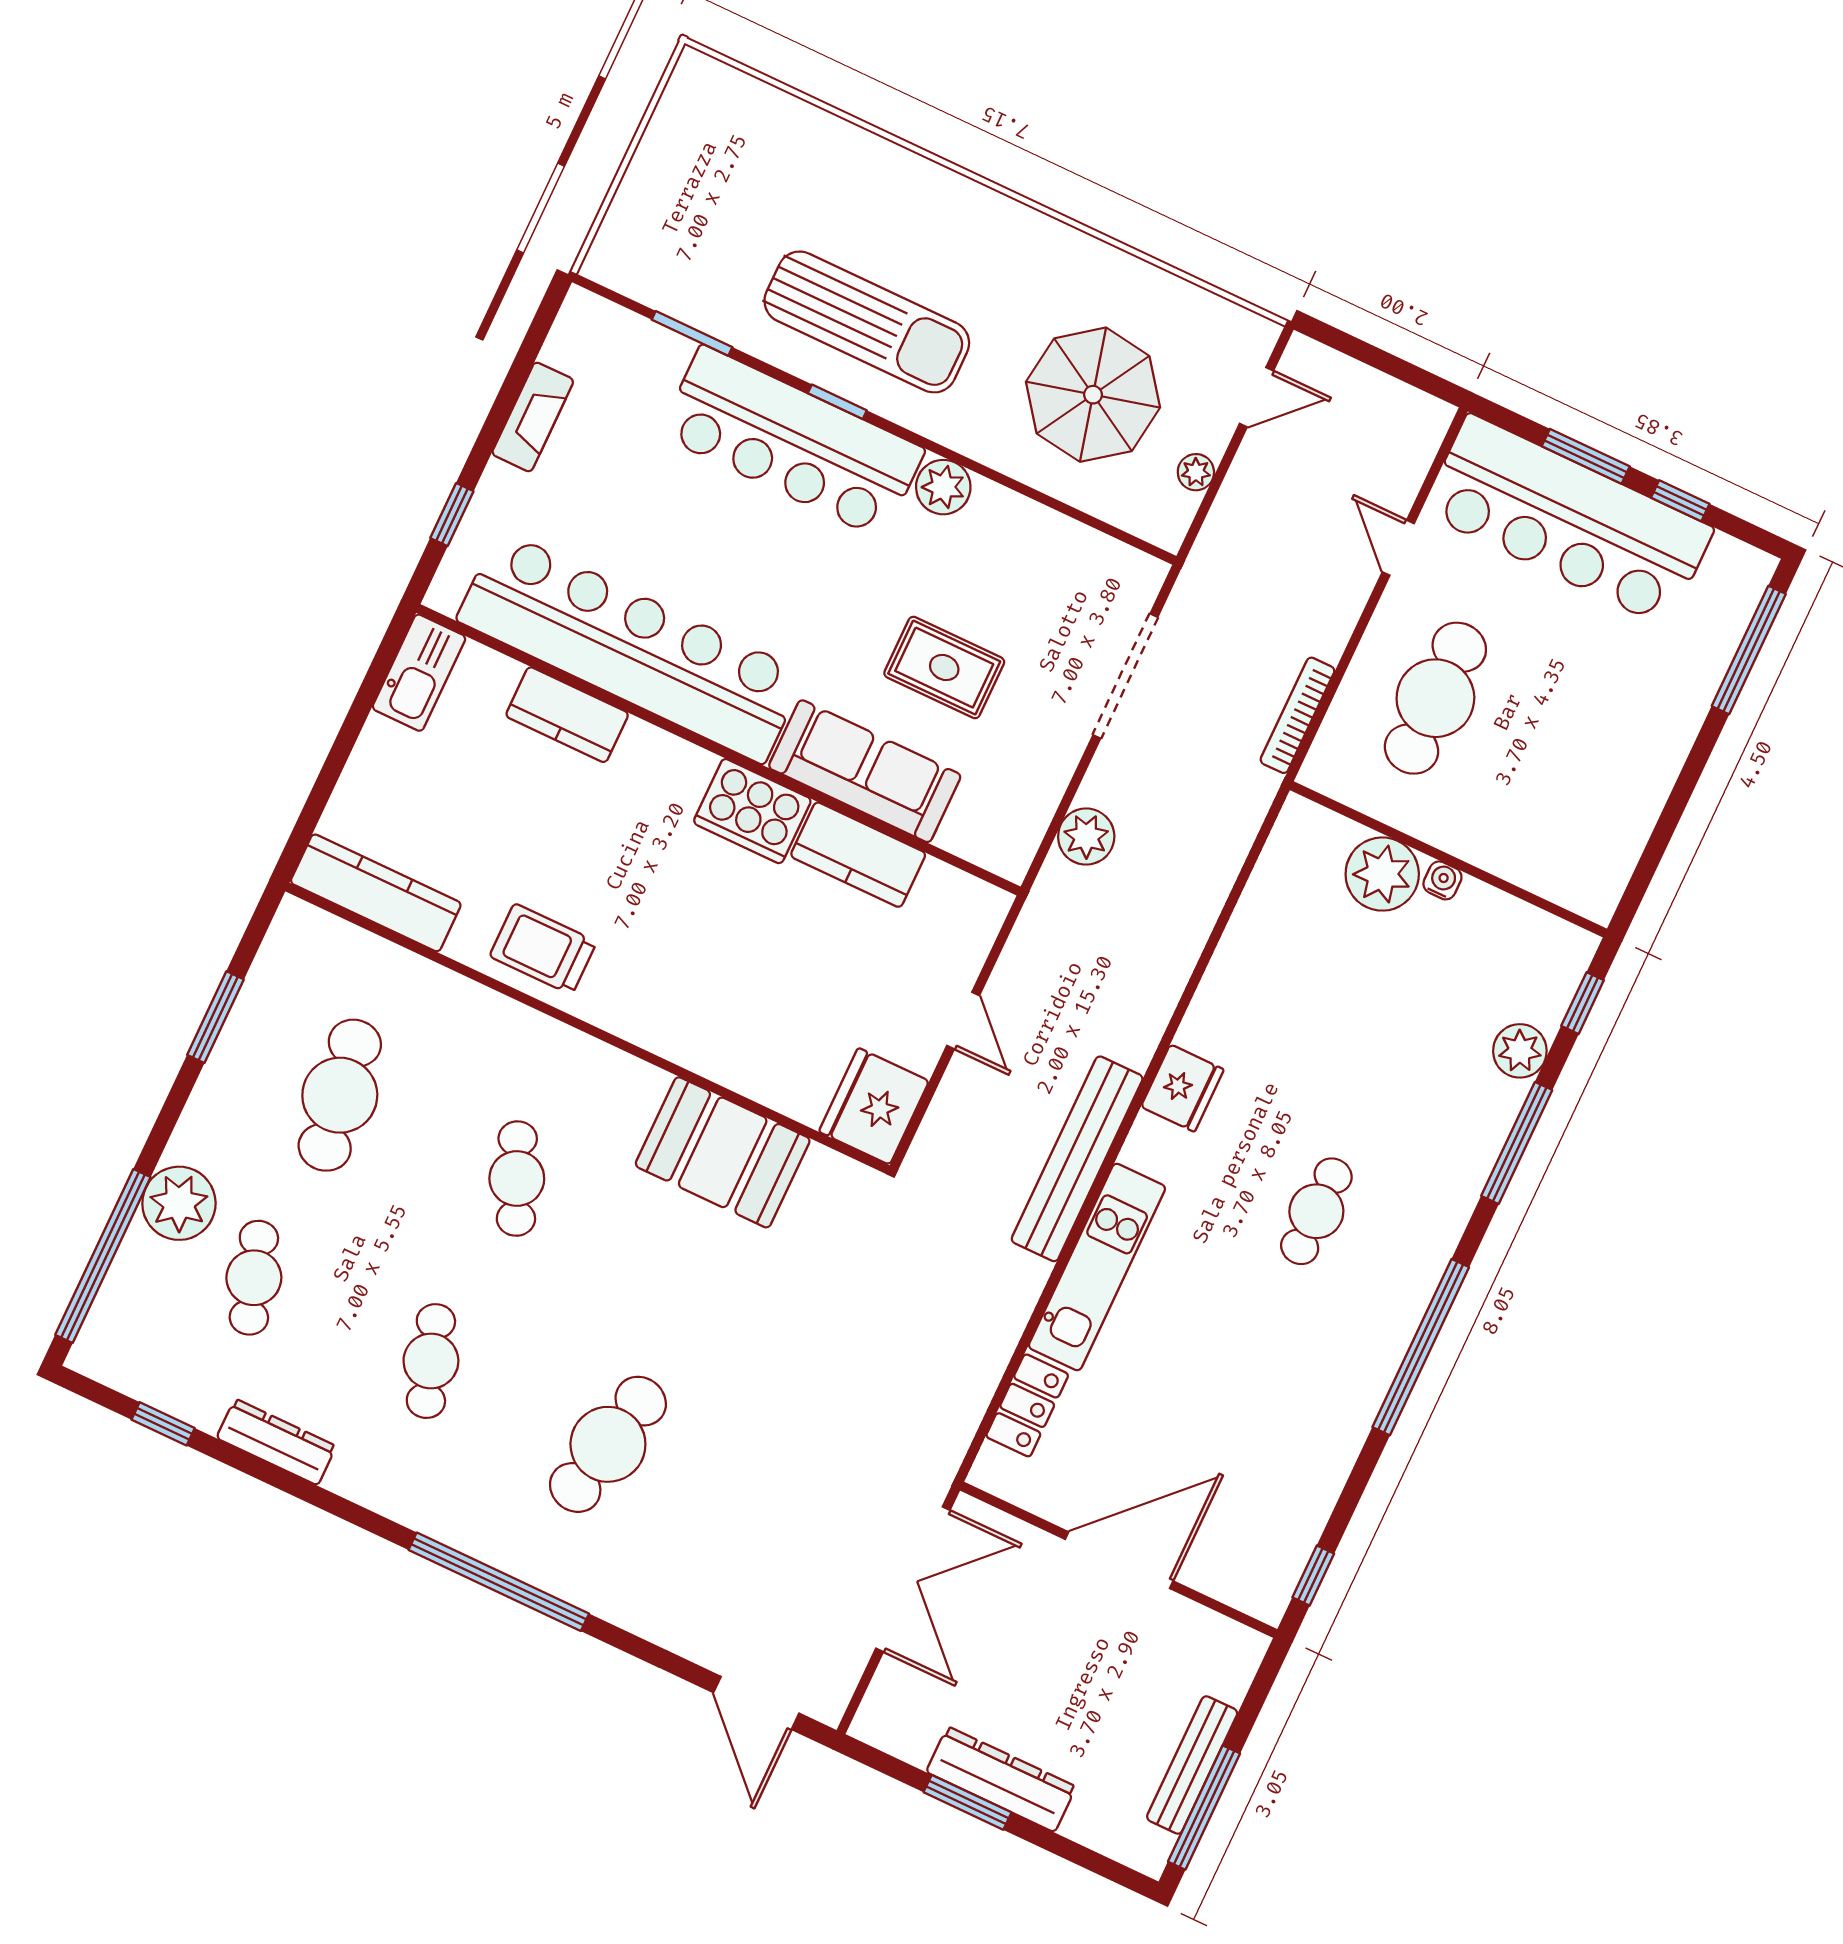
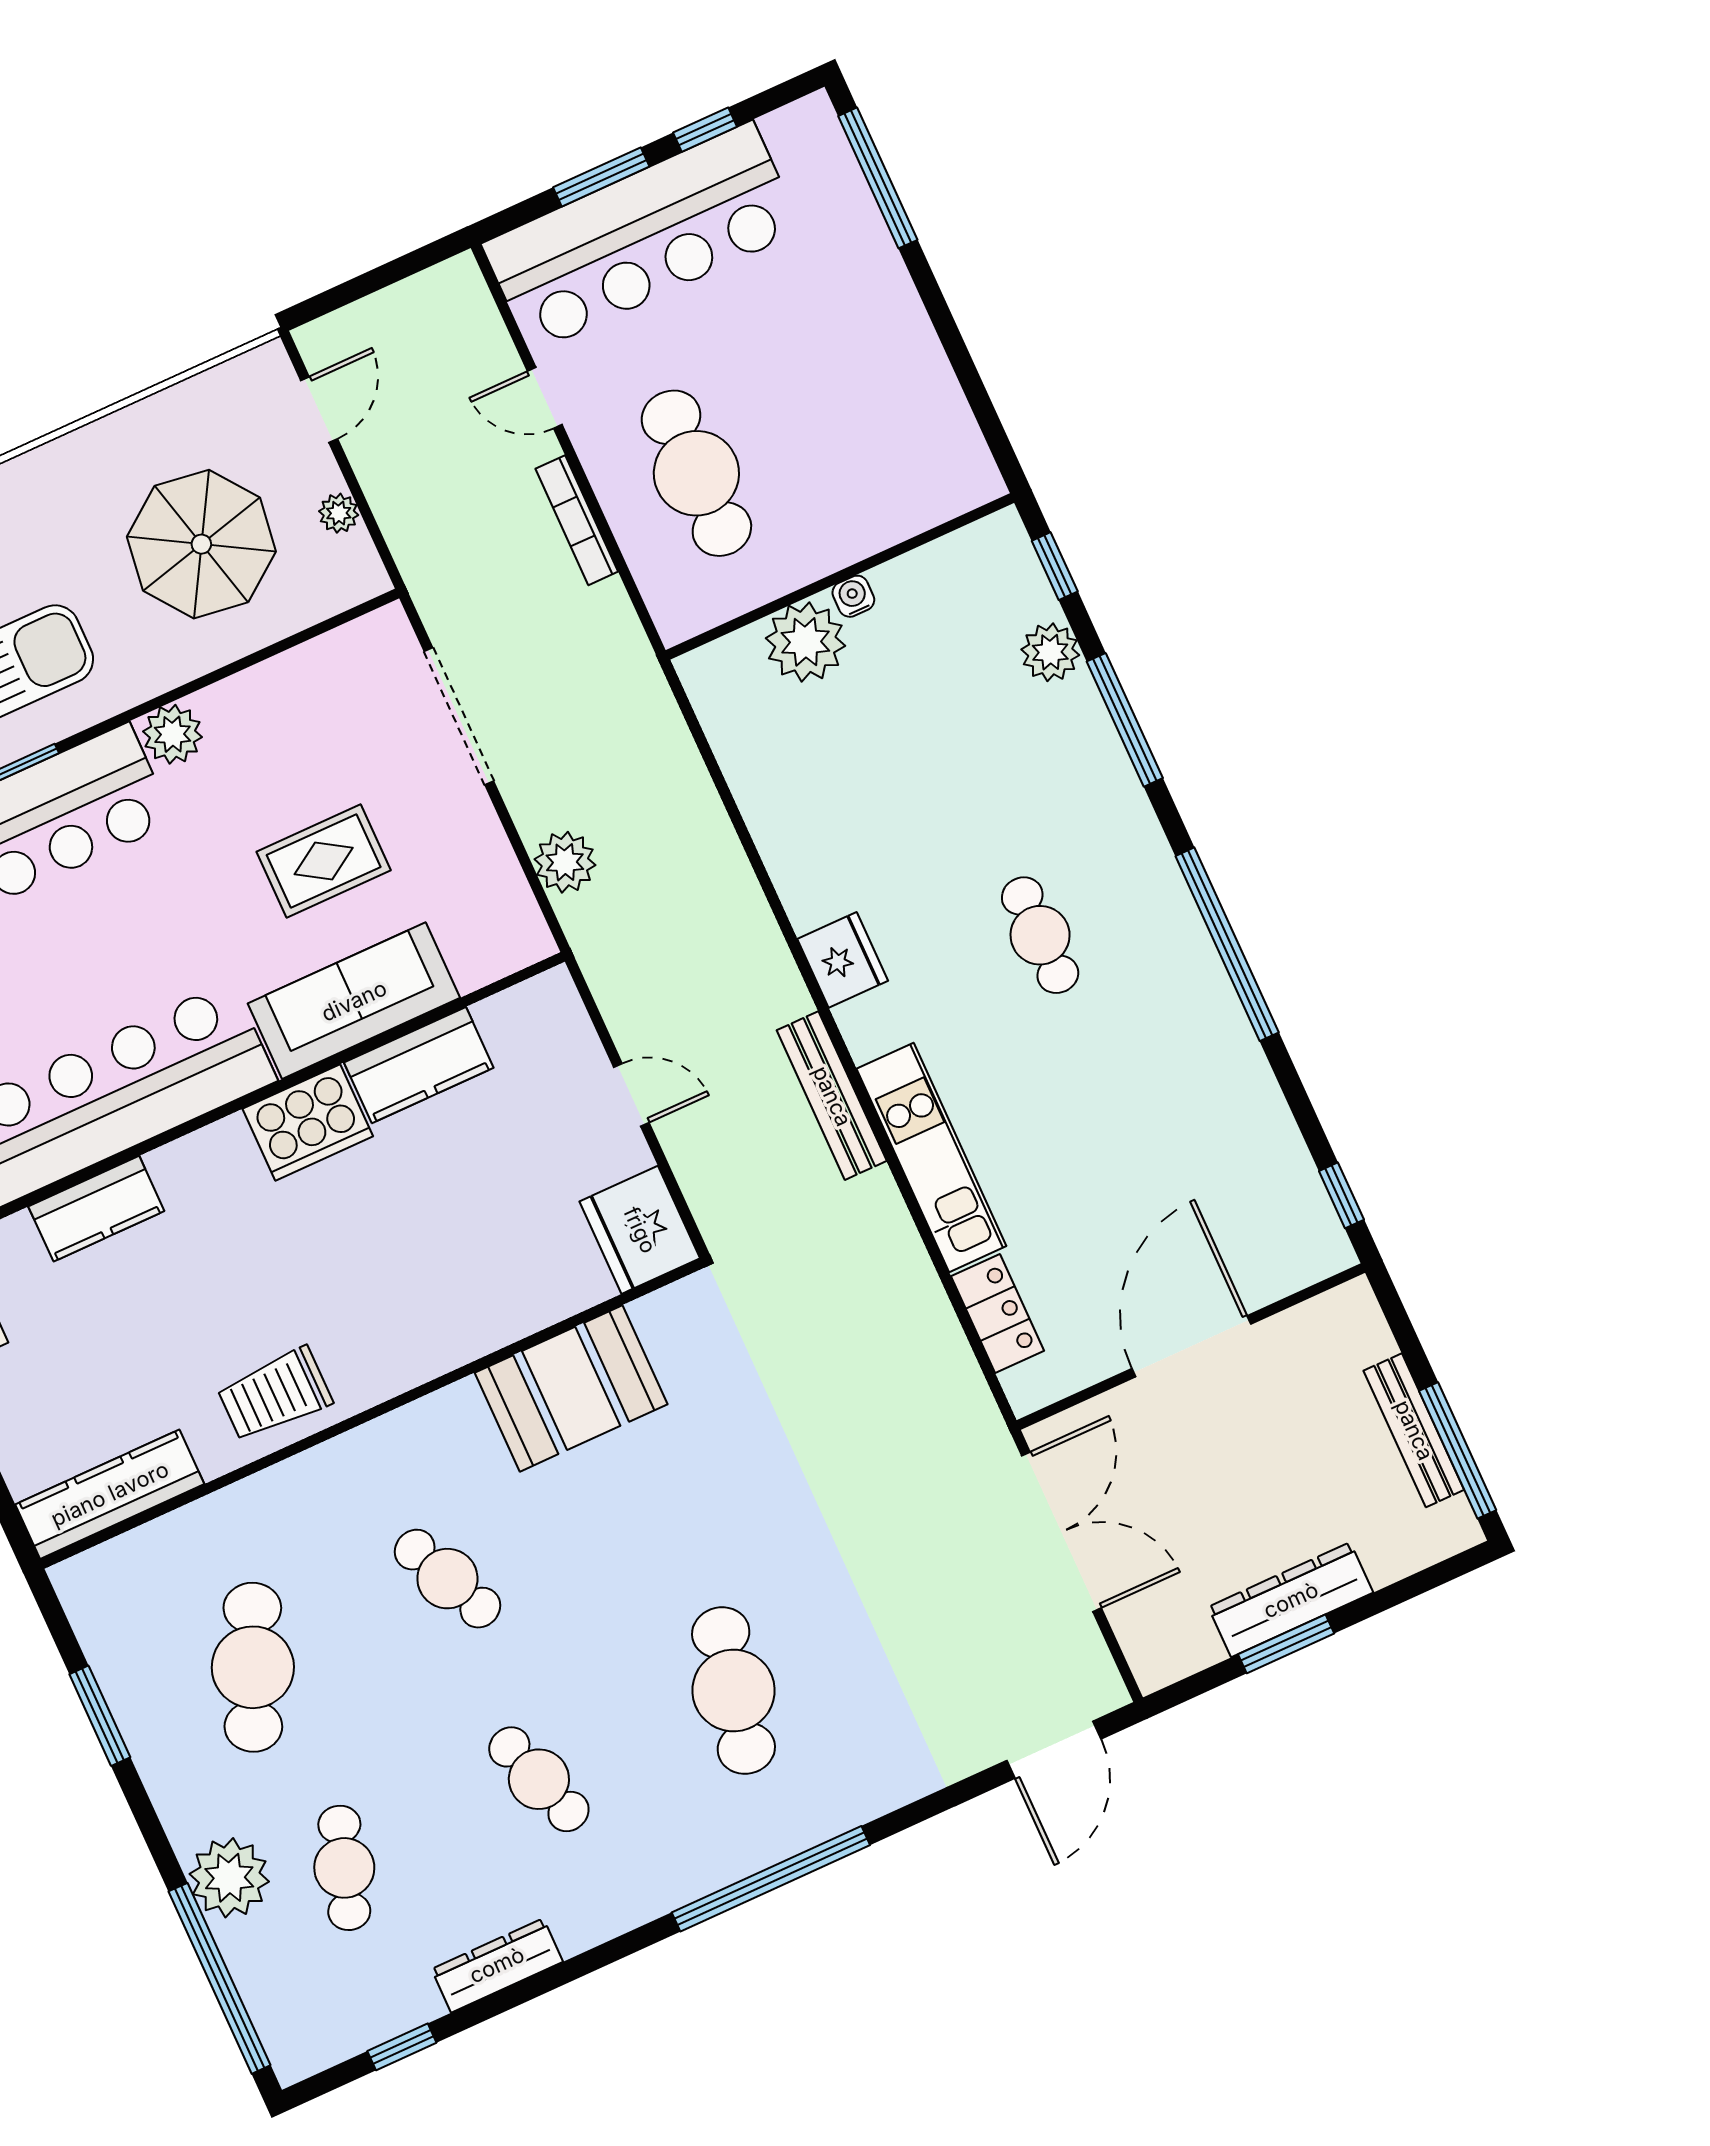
bookcase: (1297, 715) -> (577, 520), moved
cafe table: (340, 1095) -> (253, 1667), turned 33
bench: (1077, 1159) -> (832, 1096), width x0.73, depth x0.82
cafe table: (254, 1278) -> (344, 1868), turned 36
door: (756, 1703) -> (1054, 1750), hinge flipped

